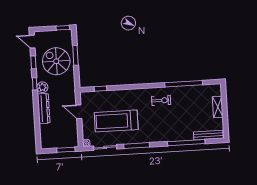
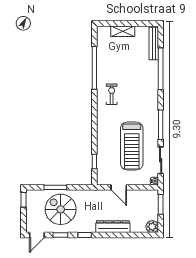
spiral stairs: (56, 61) -> (61, 209), turned 90
plant: (42, 87) -> (152, 227), moved
door: (79, 112) -> (119, 187), hinge flipped

